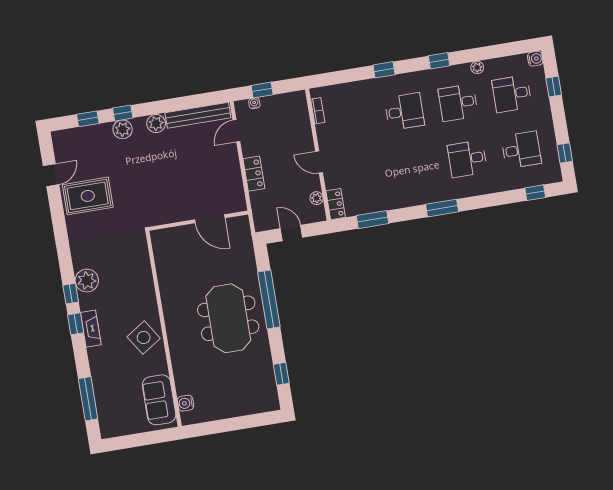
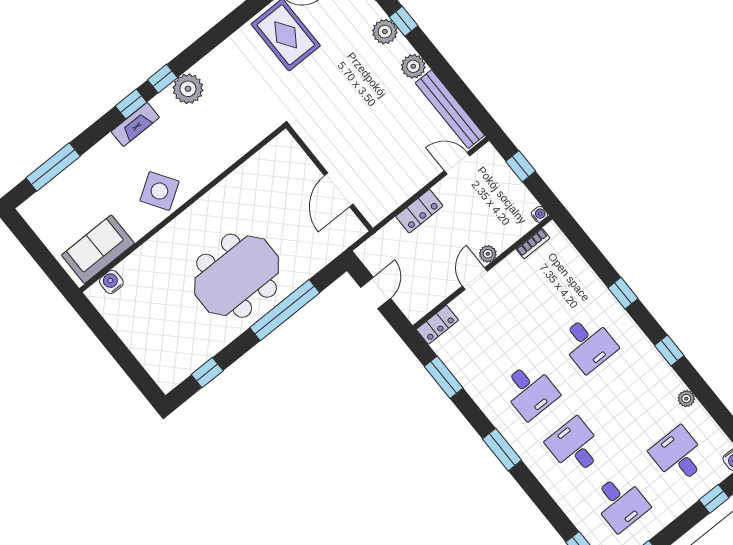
water cooler: (254, 103) -> (539, 214), moved
desk: (458, 103) -> (530, 391), moved, turned 180
plant: (316, 198) -> (488, 254), moved

